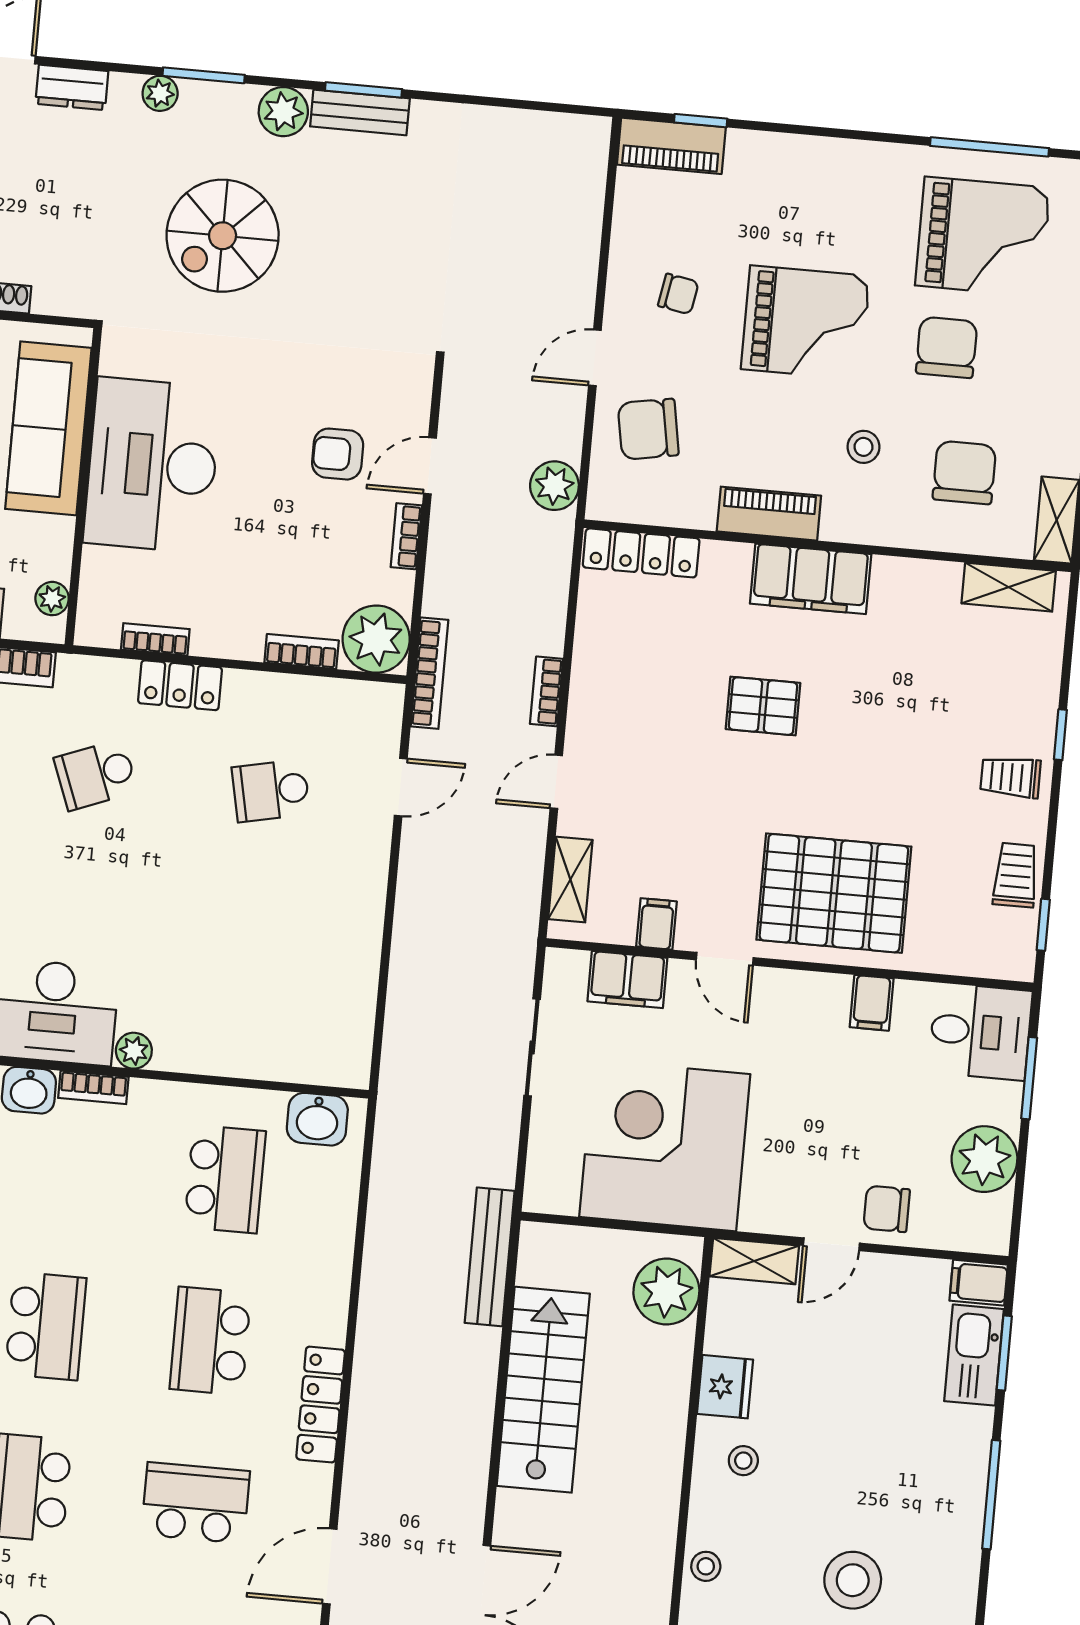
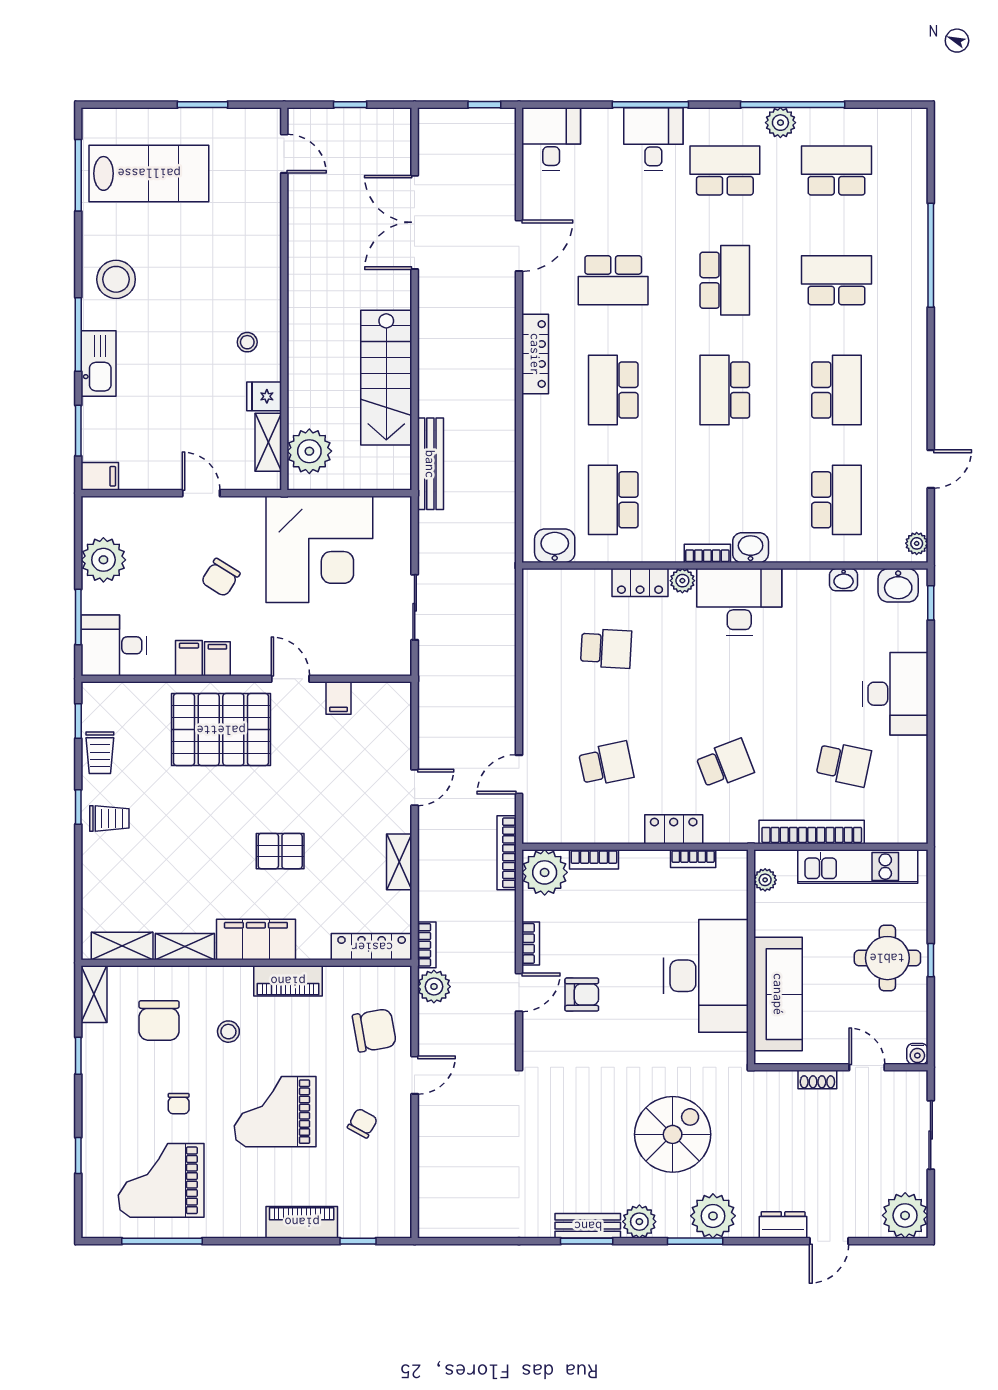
plant: (160, 93) -> (713, 1216), width x1.87, depth x1.87
piano: (671, 146) -> (302, 1222), moved
chair: (678, 294) -> (362, 1123), turned 109
chair: (947, 347) -> (179, 1104), width x0.54, depth x0.54
shelving: (916, 578) -> (185, 947), added
bookcase: (547, 691) -> (427, 945), moved
window: (1060, 735) -> (78, 807), moved
shelving: (570, 879) -> (399, 862), moved
school desk: (255, 961) -> (606, 648), added
filing cabinet: (627, 980) -> (217, 659), moved, width x0.50
locker: (197, 1053) -> (640, 583), added
chair: (887, 1209) -> (221, 578), moved, turned 122
door: (831, 1244) -> (201, 493), hinge flipped
shelving: (754, 1261) -> (268, 442), moved, turned 90
school desk: (210, 1341) -> (613, 390), turned 180
kitchen sink: (974, 1355) -> (98, 364), moved
fridge: (725, 1387) -> (264, 396), width x0.72
stool: (706, 1566) -> (266, 269), removed
stool: (853, 1580) -> (116, 279), moved

